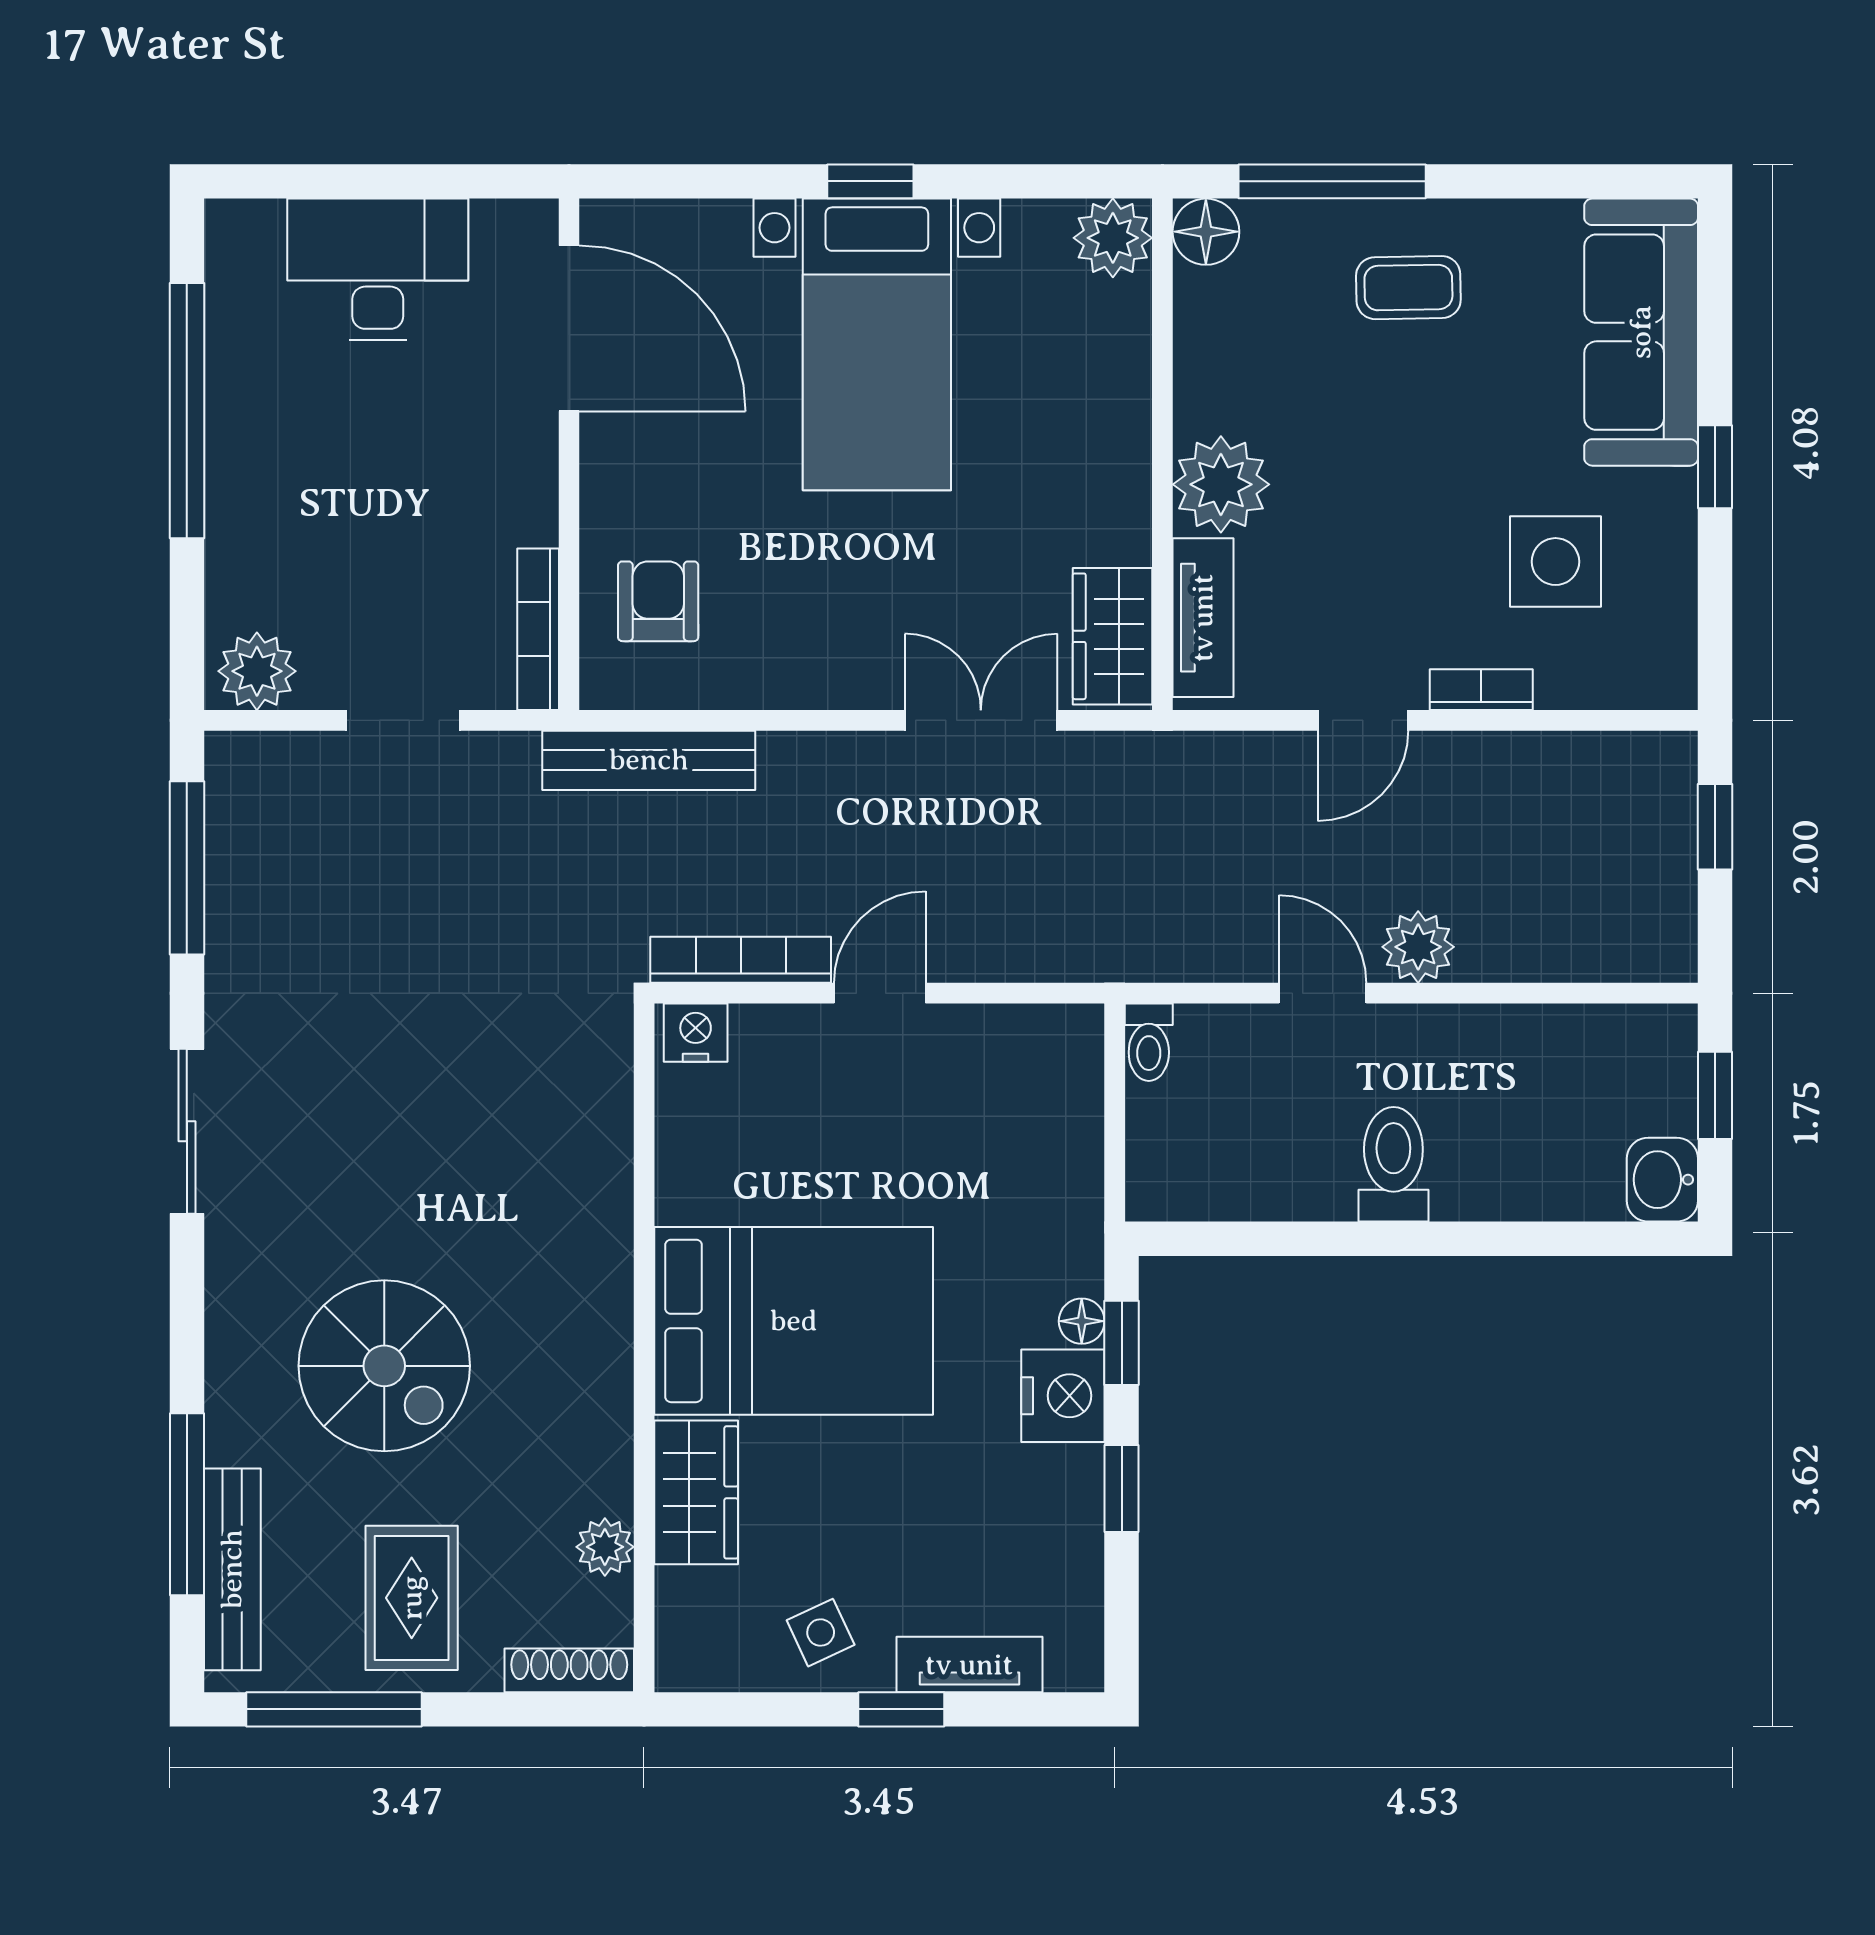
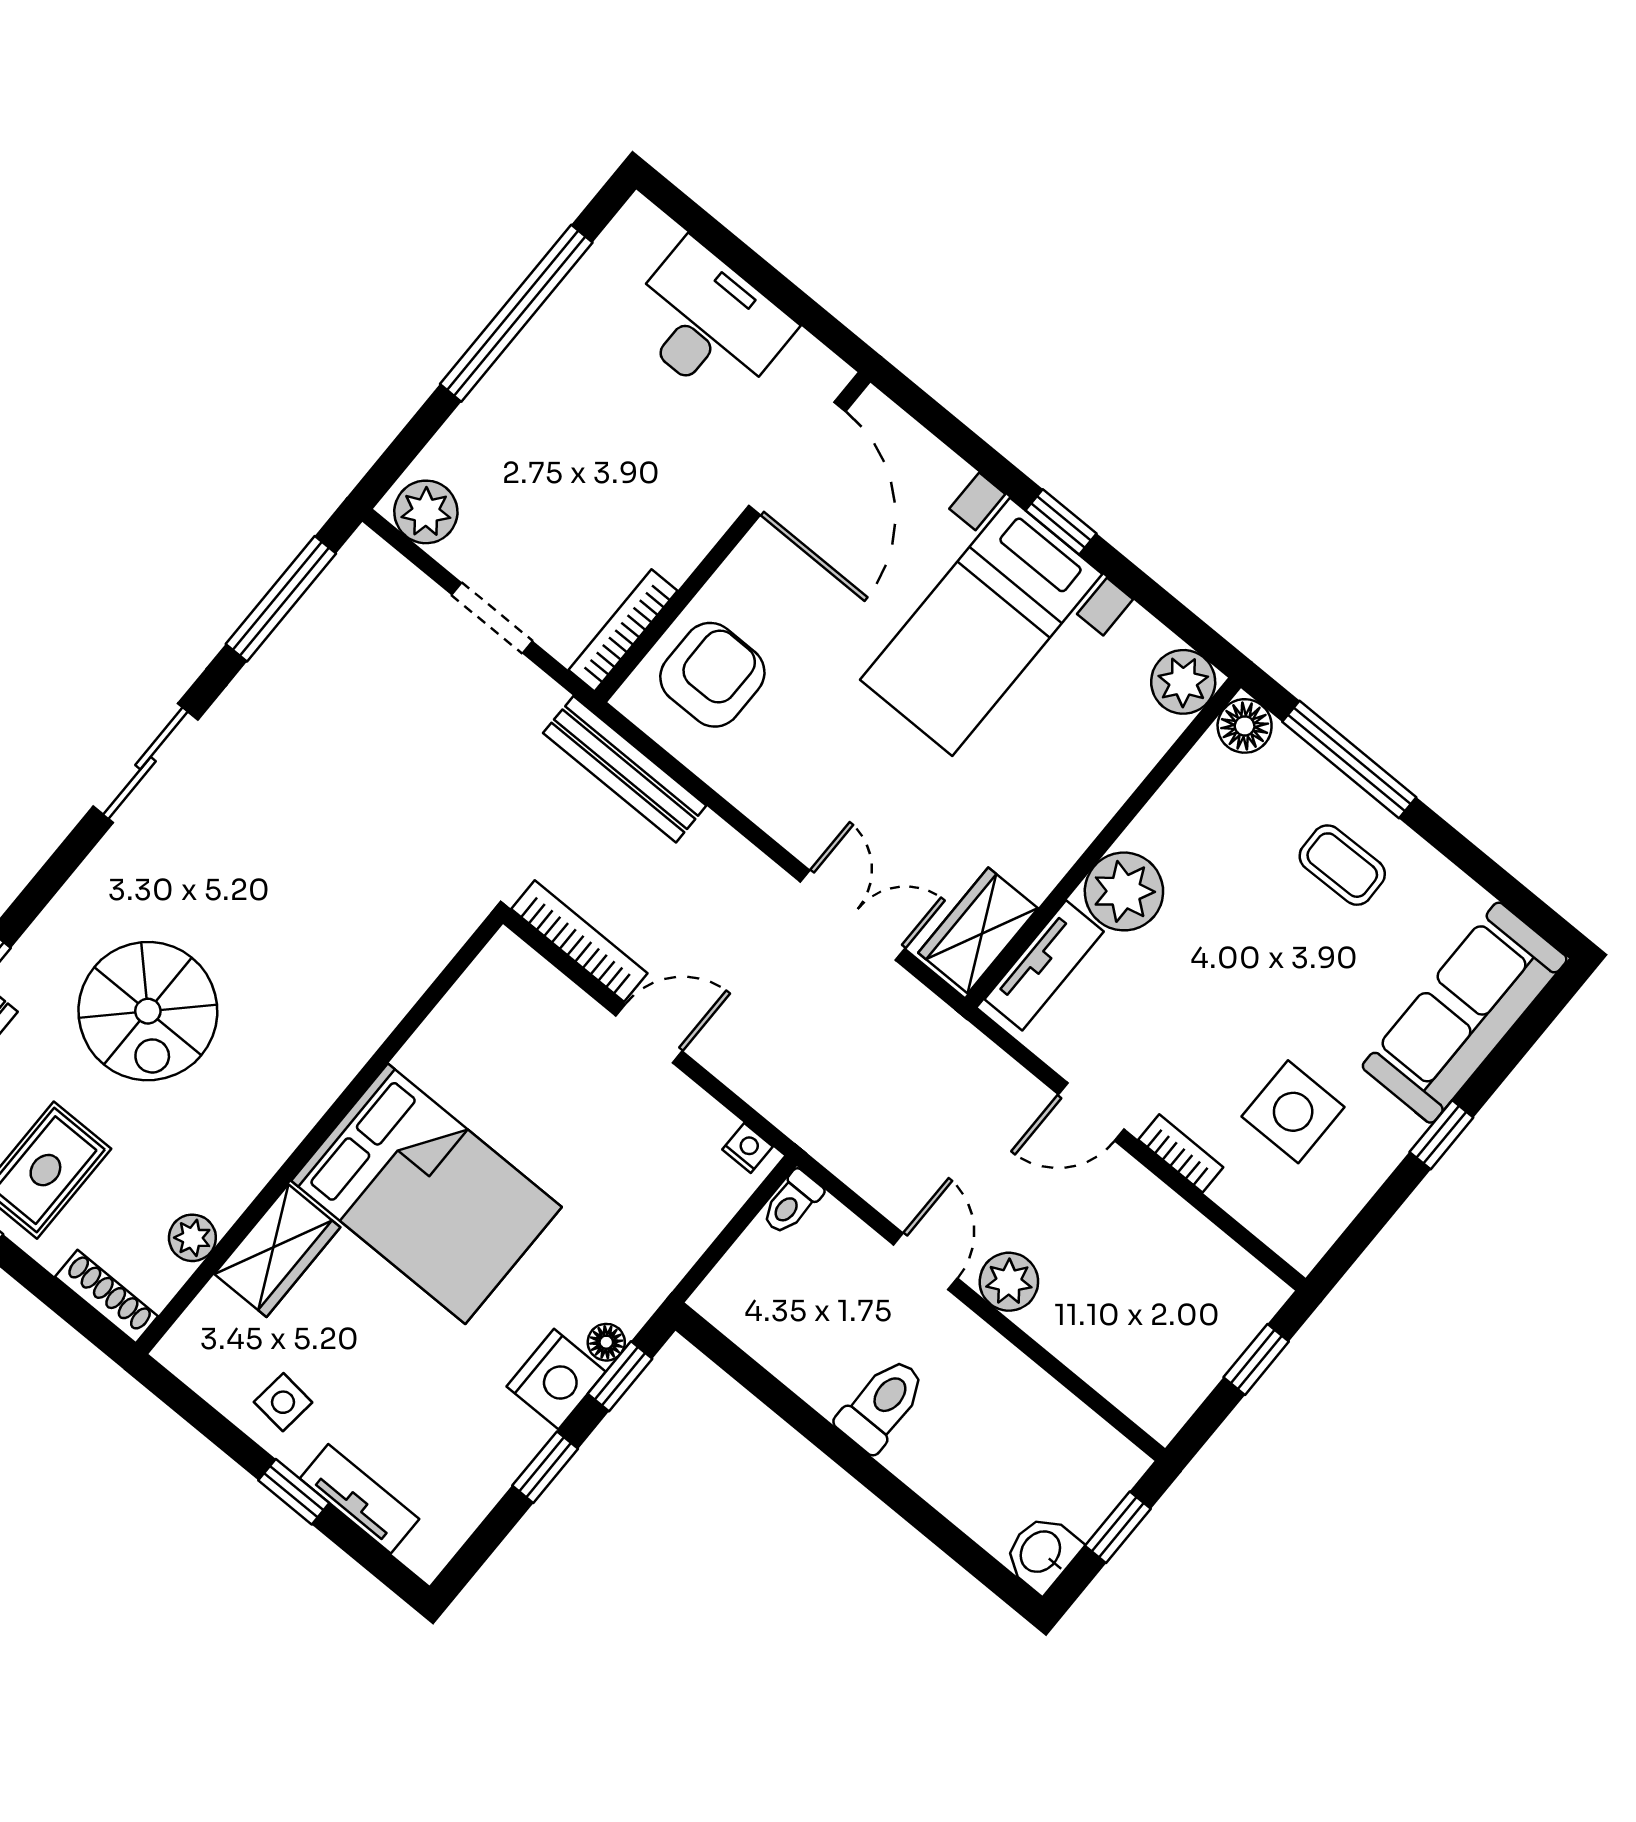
armchair: (658, 601) -> (712, 675), width x1.38, depth x1.38
nightstand: (696, 1033) -> (747, 1148), moved, width x0.72, depth x0.74
side table: (821, 1633) -> (283, 1402), turned 31

